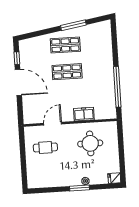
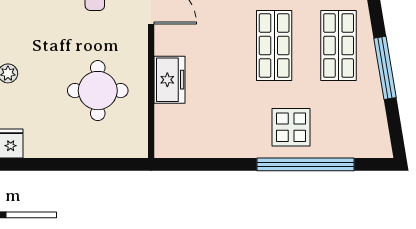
display table: (100, 63) -> (291, 127), added
window: (117, 87) -> (305, 164), moved

